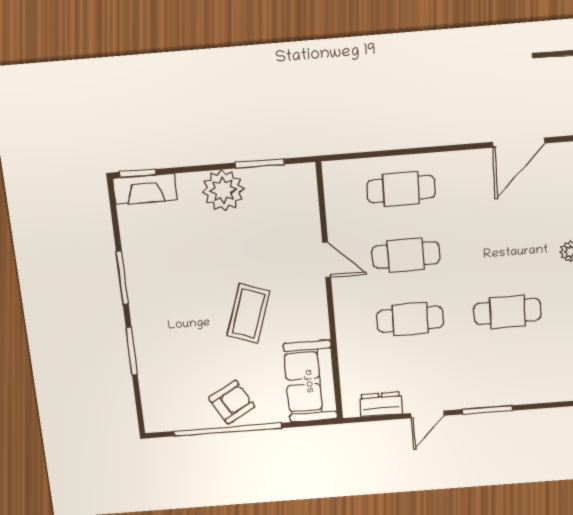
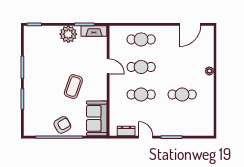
fireplace: (145, 189) -> (94, 31), moved
door: (428, 414) -> (146, 137), swing flipped

